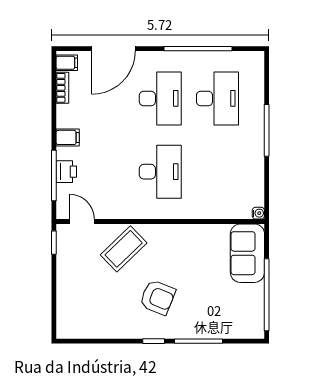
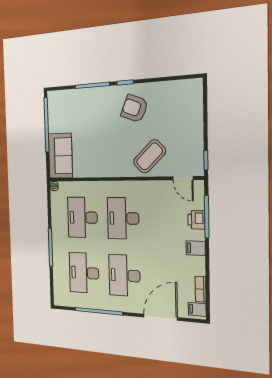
desk: (217, 172) -> (83, 217), added
armchair: (158, 297) -> (135, 108), moved

